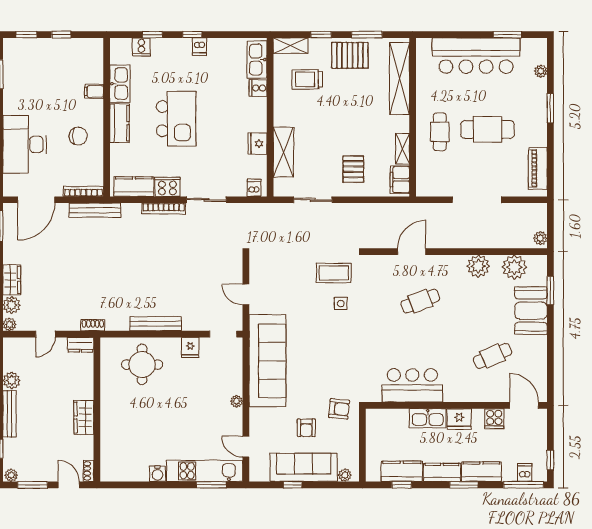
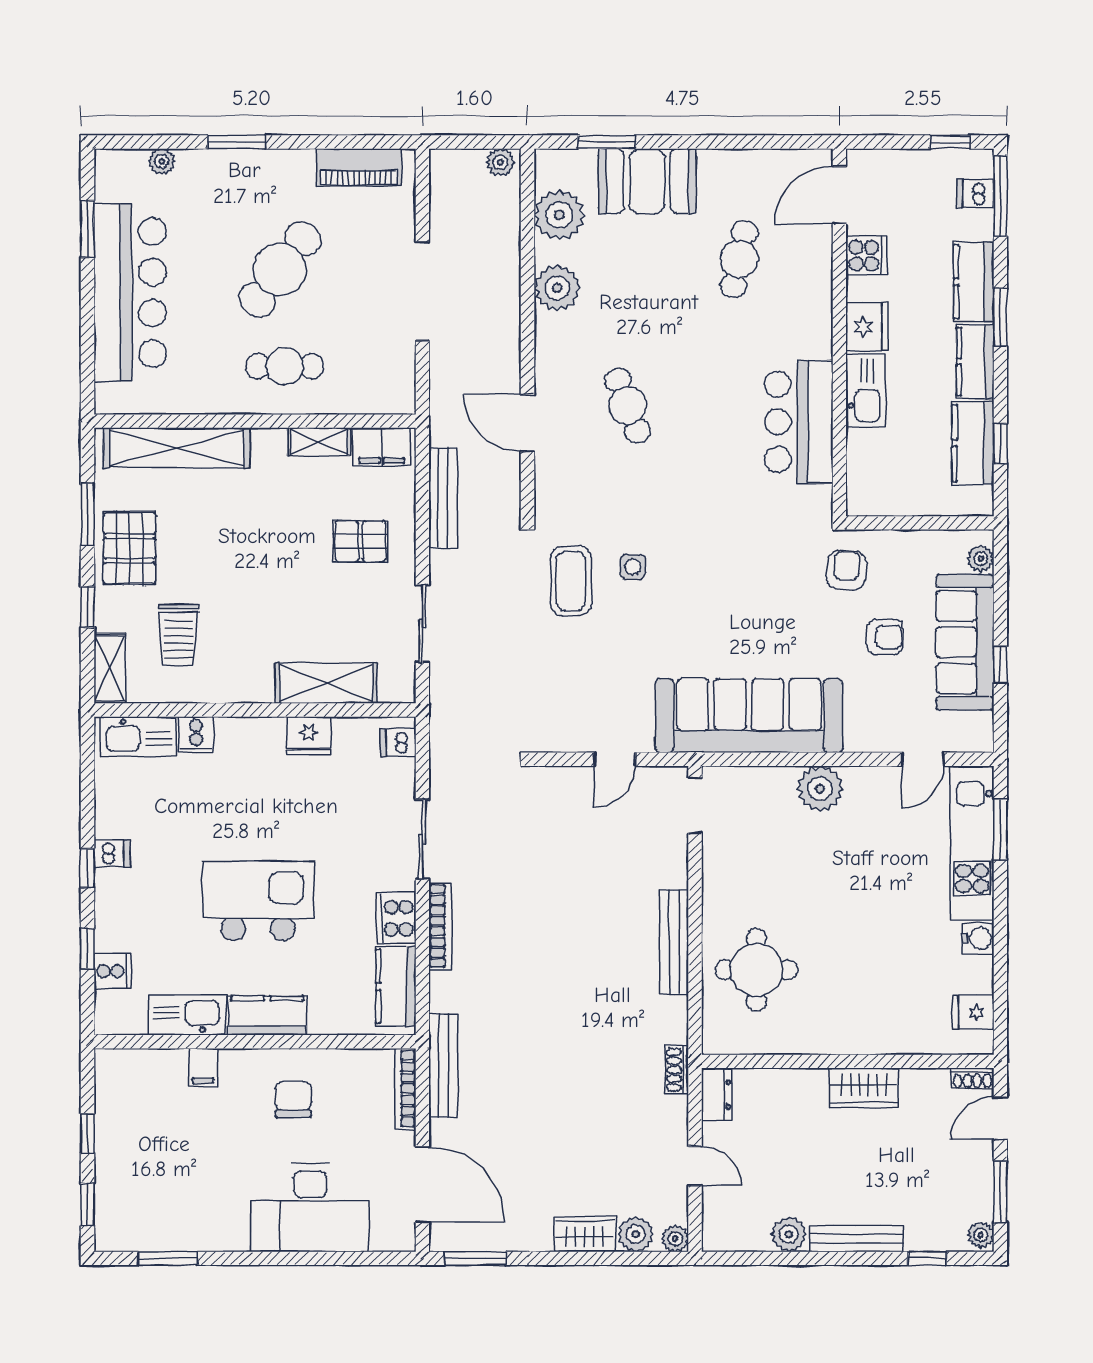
cafe table: (487, 129) -> (280, 269), turned 37
bench: (375, 210) -> (443, 498), added
fridge: (190, 348) -> (973, 1012), moved, turned 180
cafe table: (492, 356) -> (739, 259), turned 36
plant: (237, 401) -> (820, 789), width x1.88, depth x1.88

